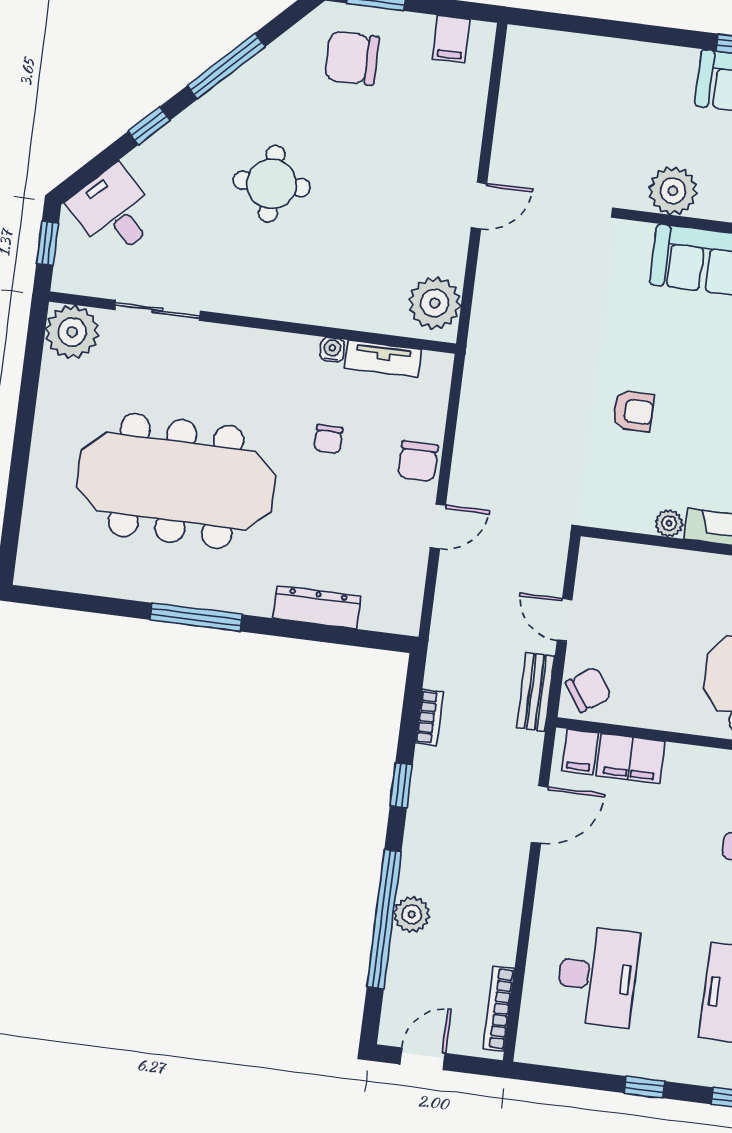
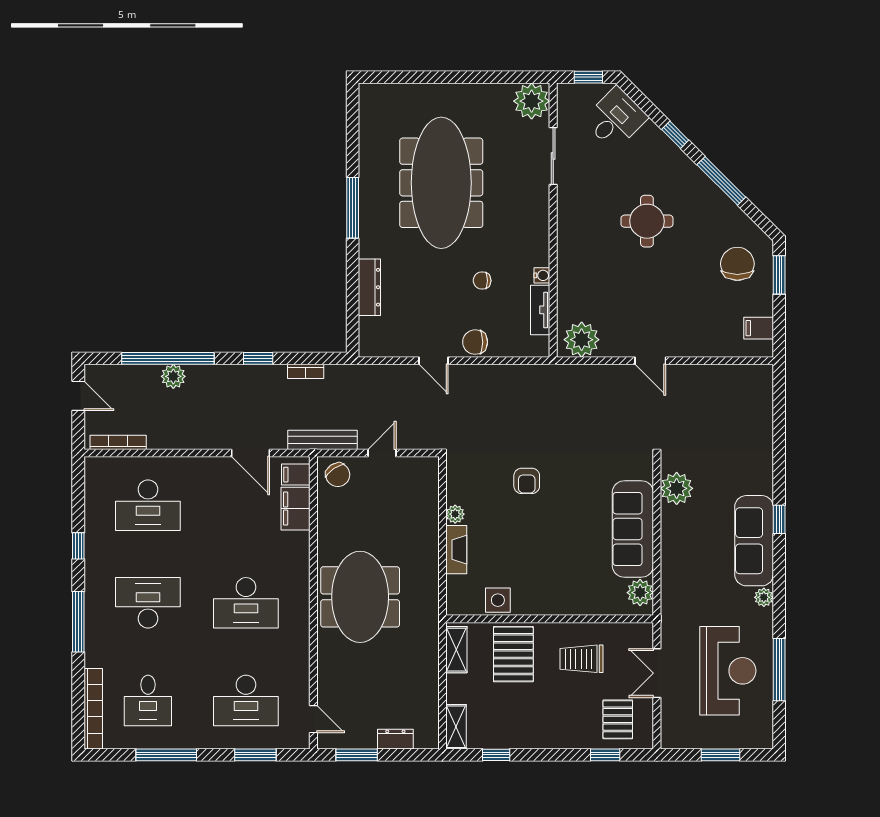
bench: (536, 692) -> (322, 440), width x1.36

